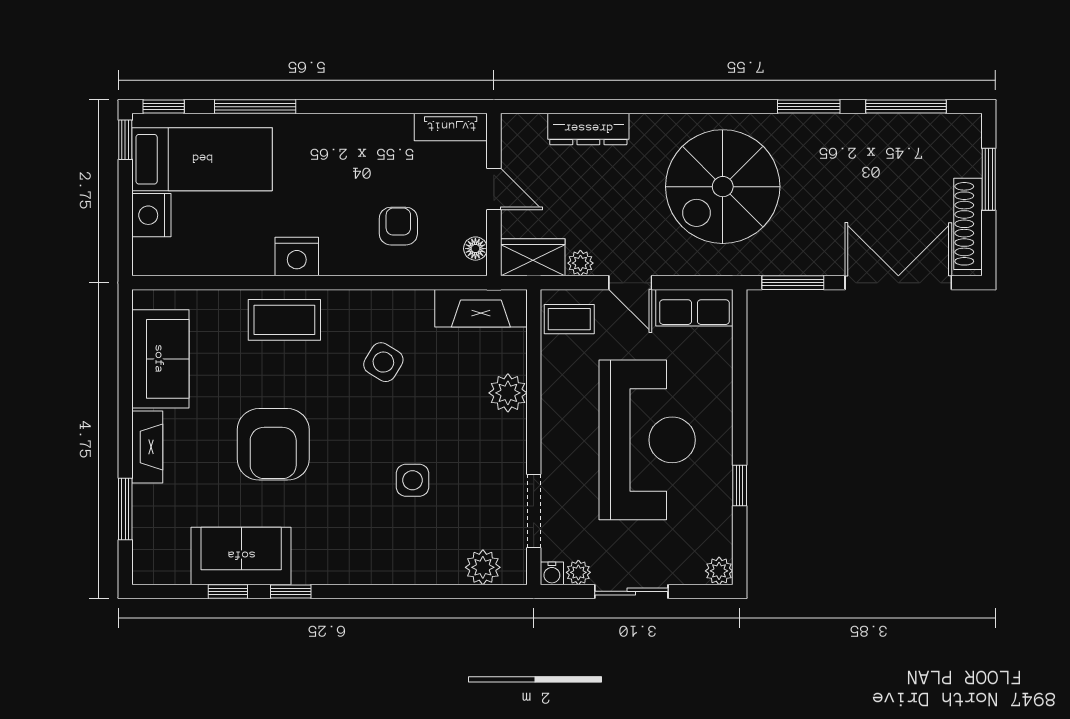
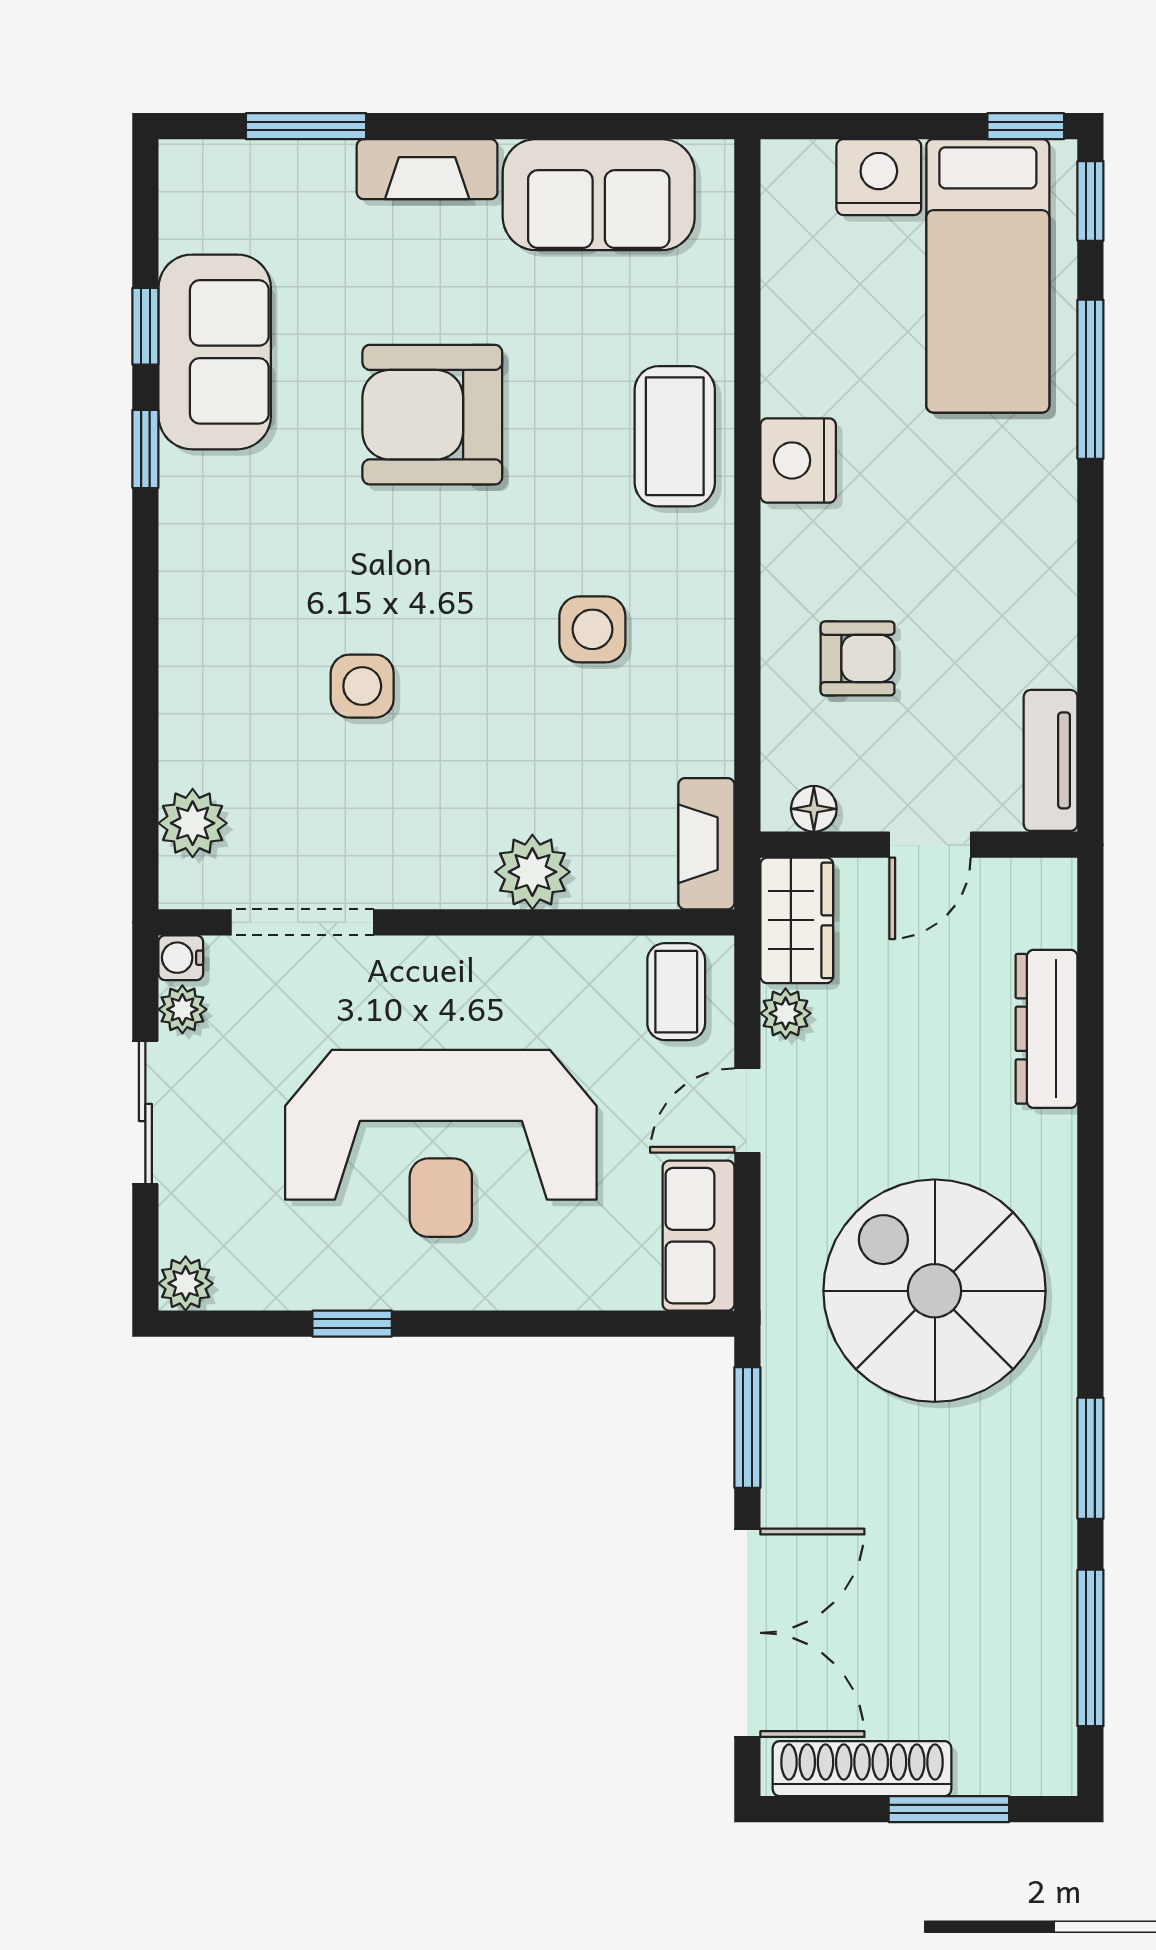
fireplace: (481, 308) -> (706, 844), width x0.73, depth x0.76
side table: (383, 362) -> (592, 629), turned -31

